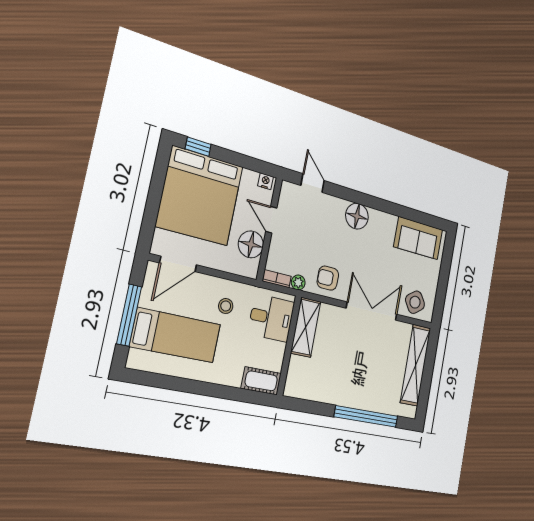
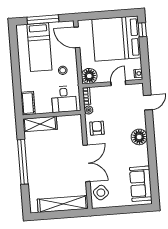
floor lamp: (251, 244) -> (89, 76), moved
shelving: (306, 327) -> (40, 124), moved
window: (366, 417) -> (23, 162), moved

